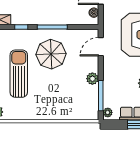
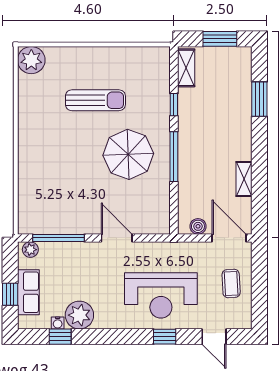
door: (101, 47) -> (117, 238), moved
sun lounger: (19, 74) -> (95, 100), width x0.73, depth x0.75
plant: (92, 79) -> (87, 224), removed

